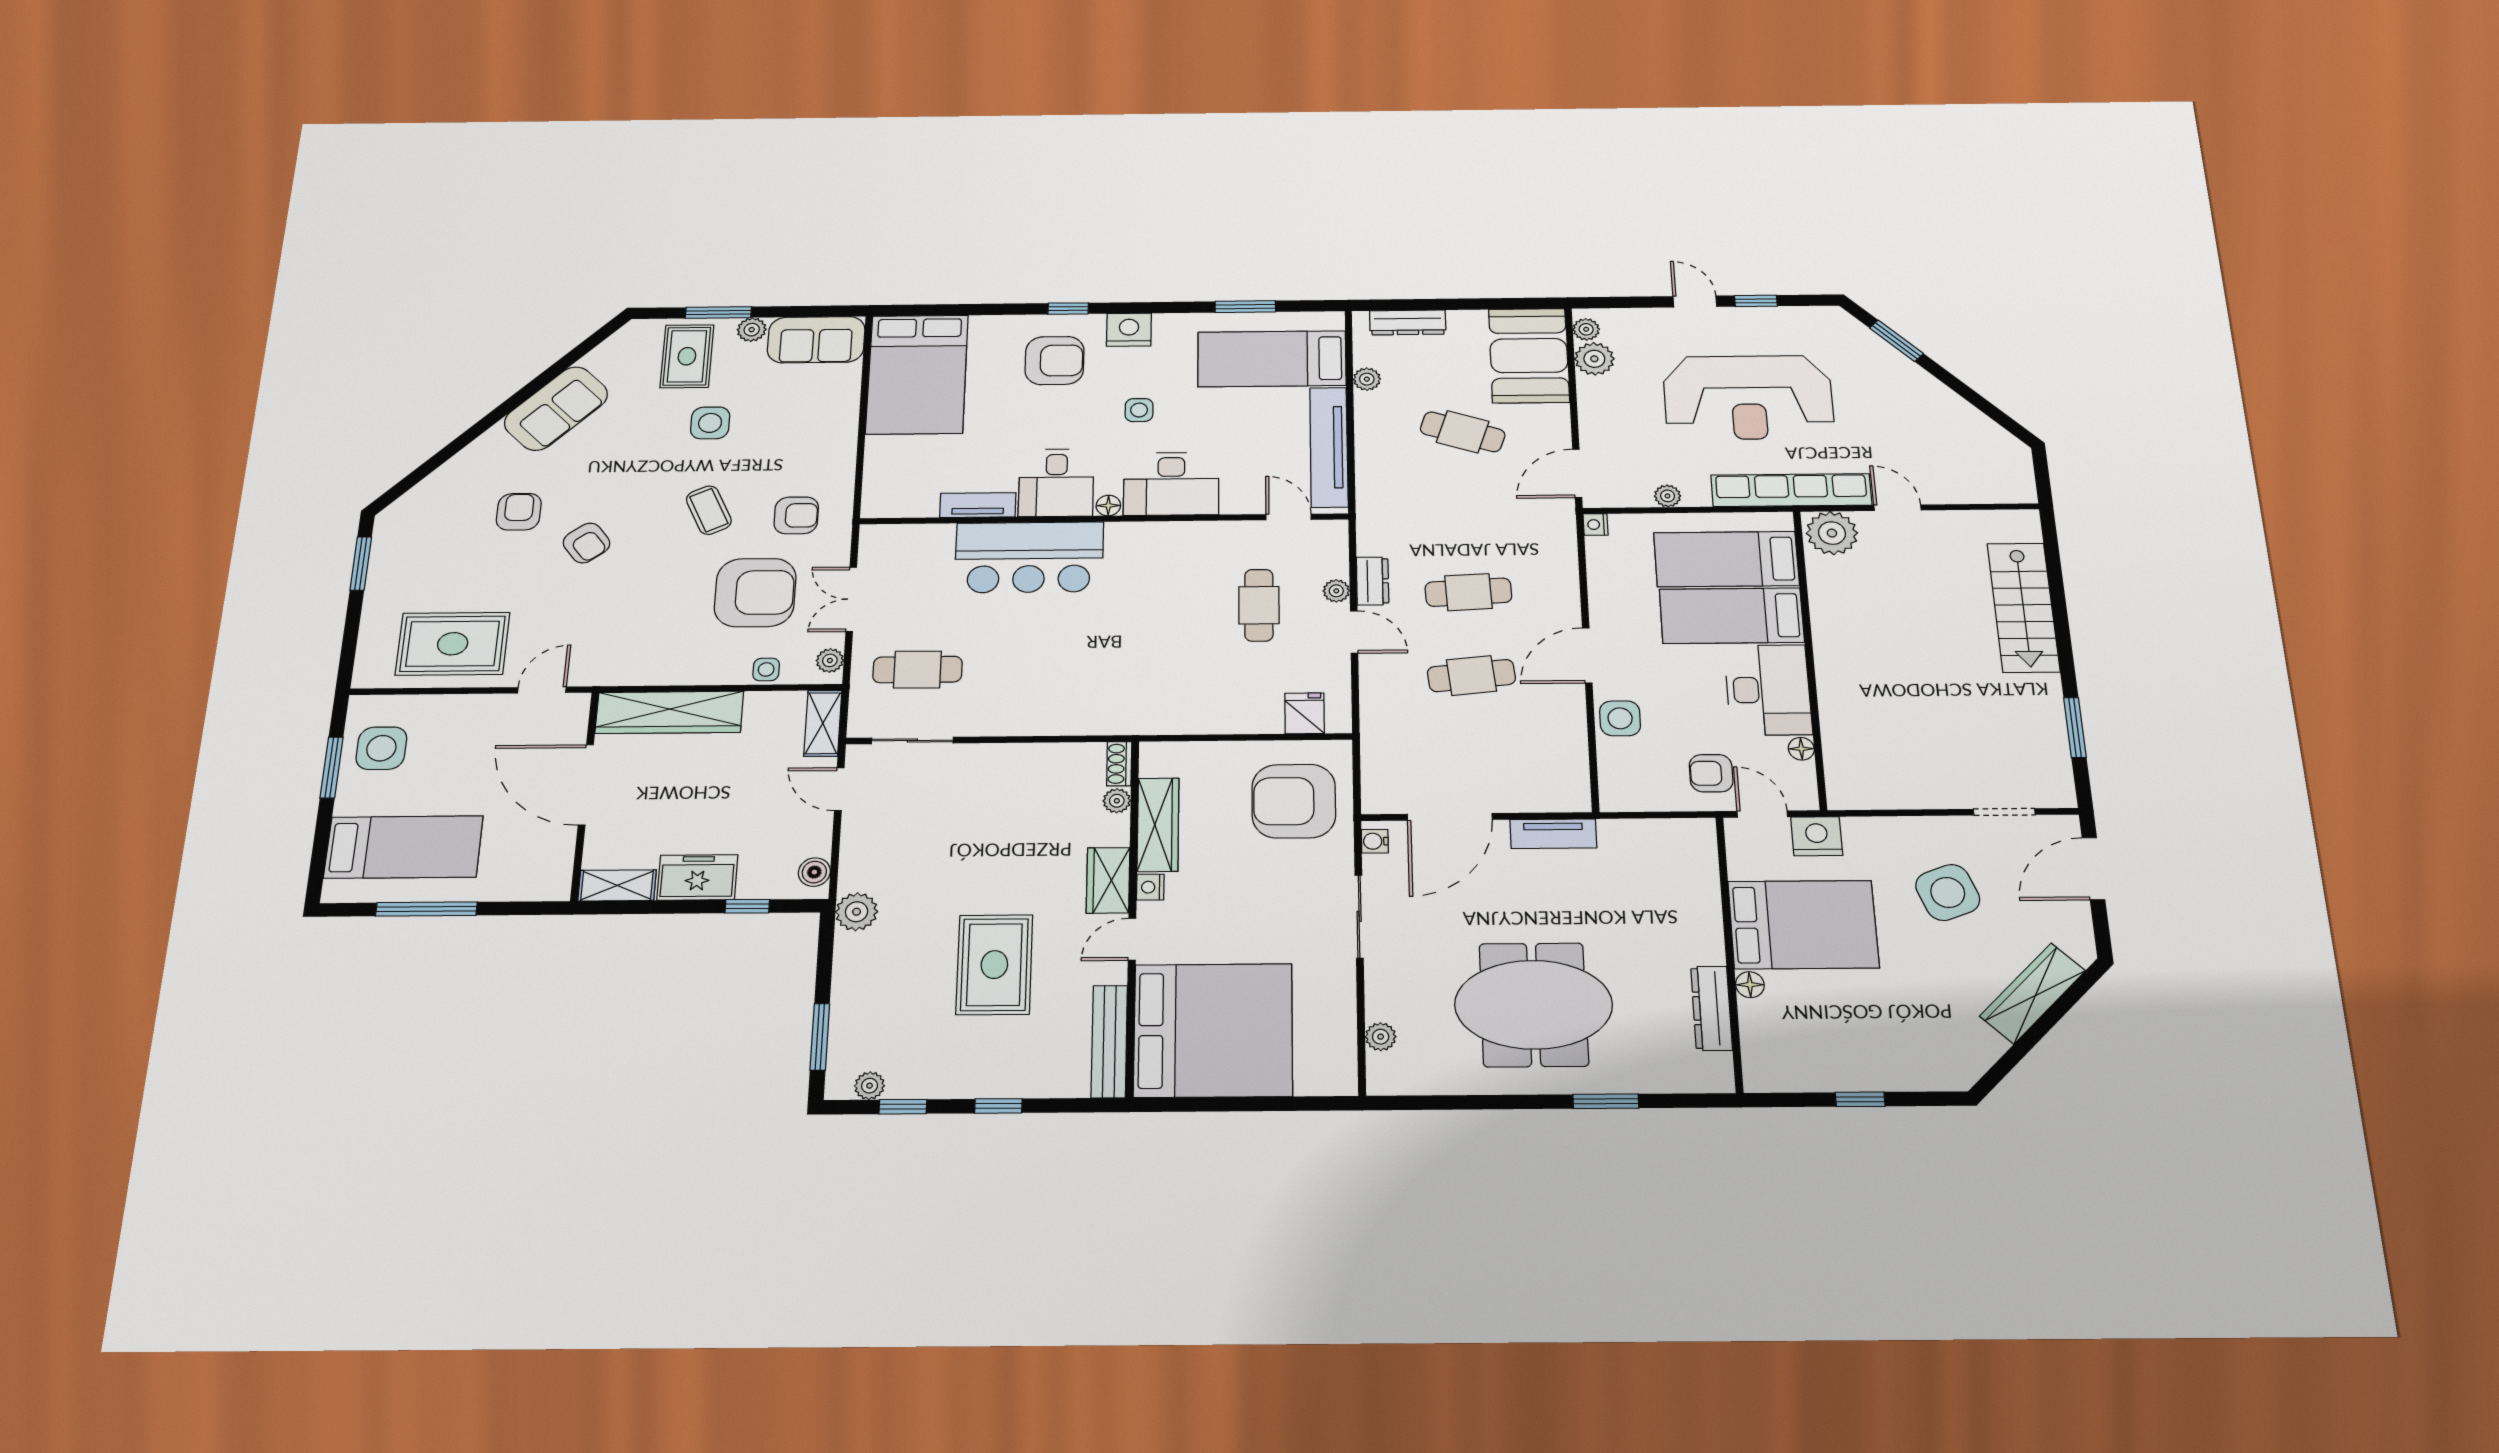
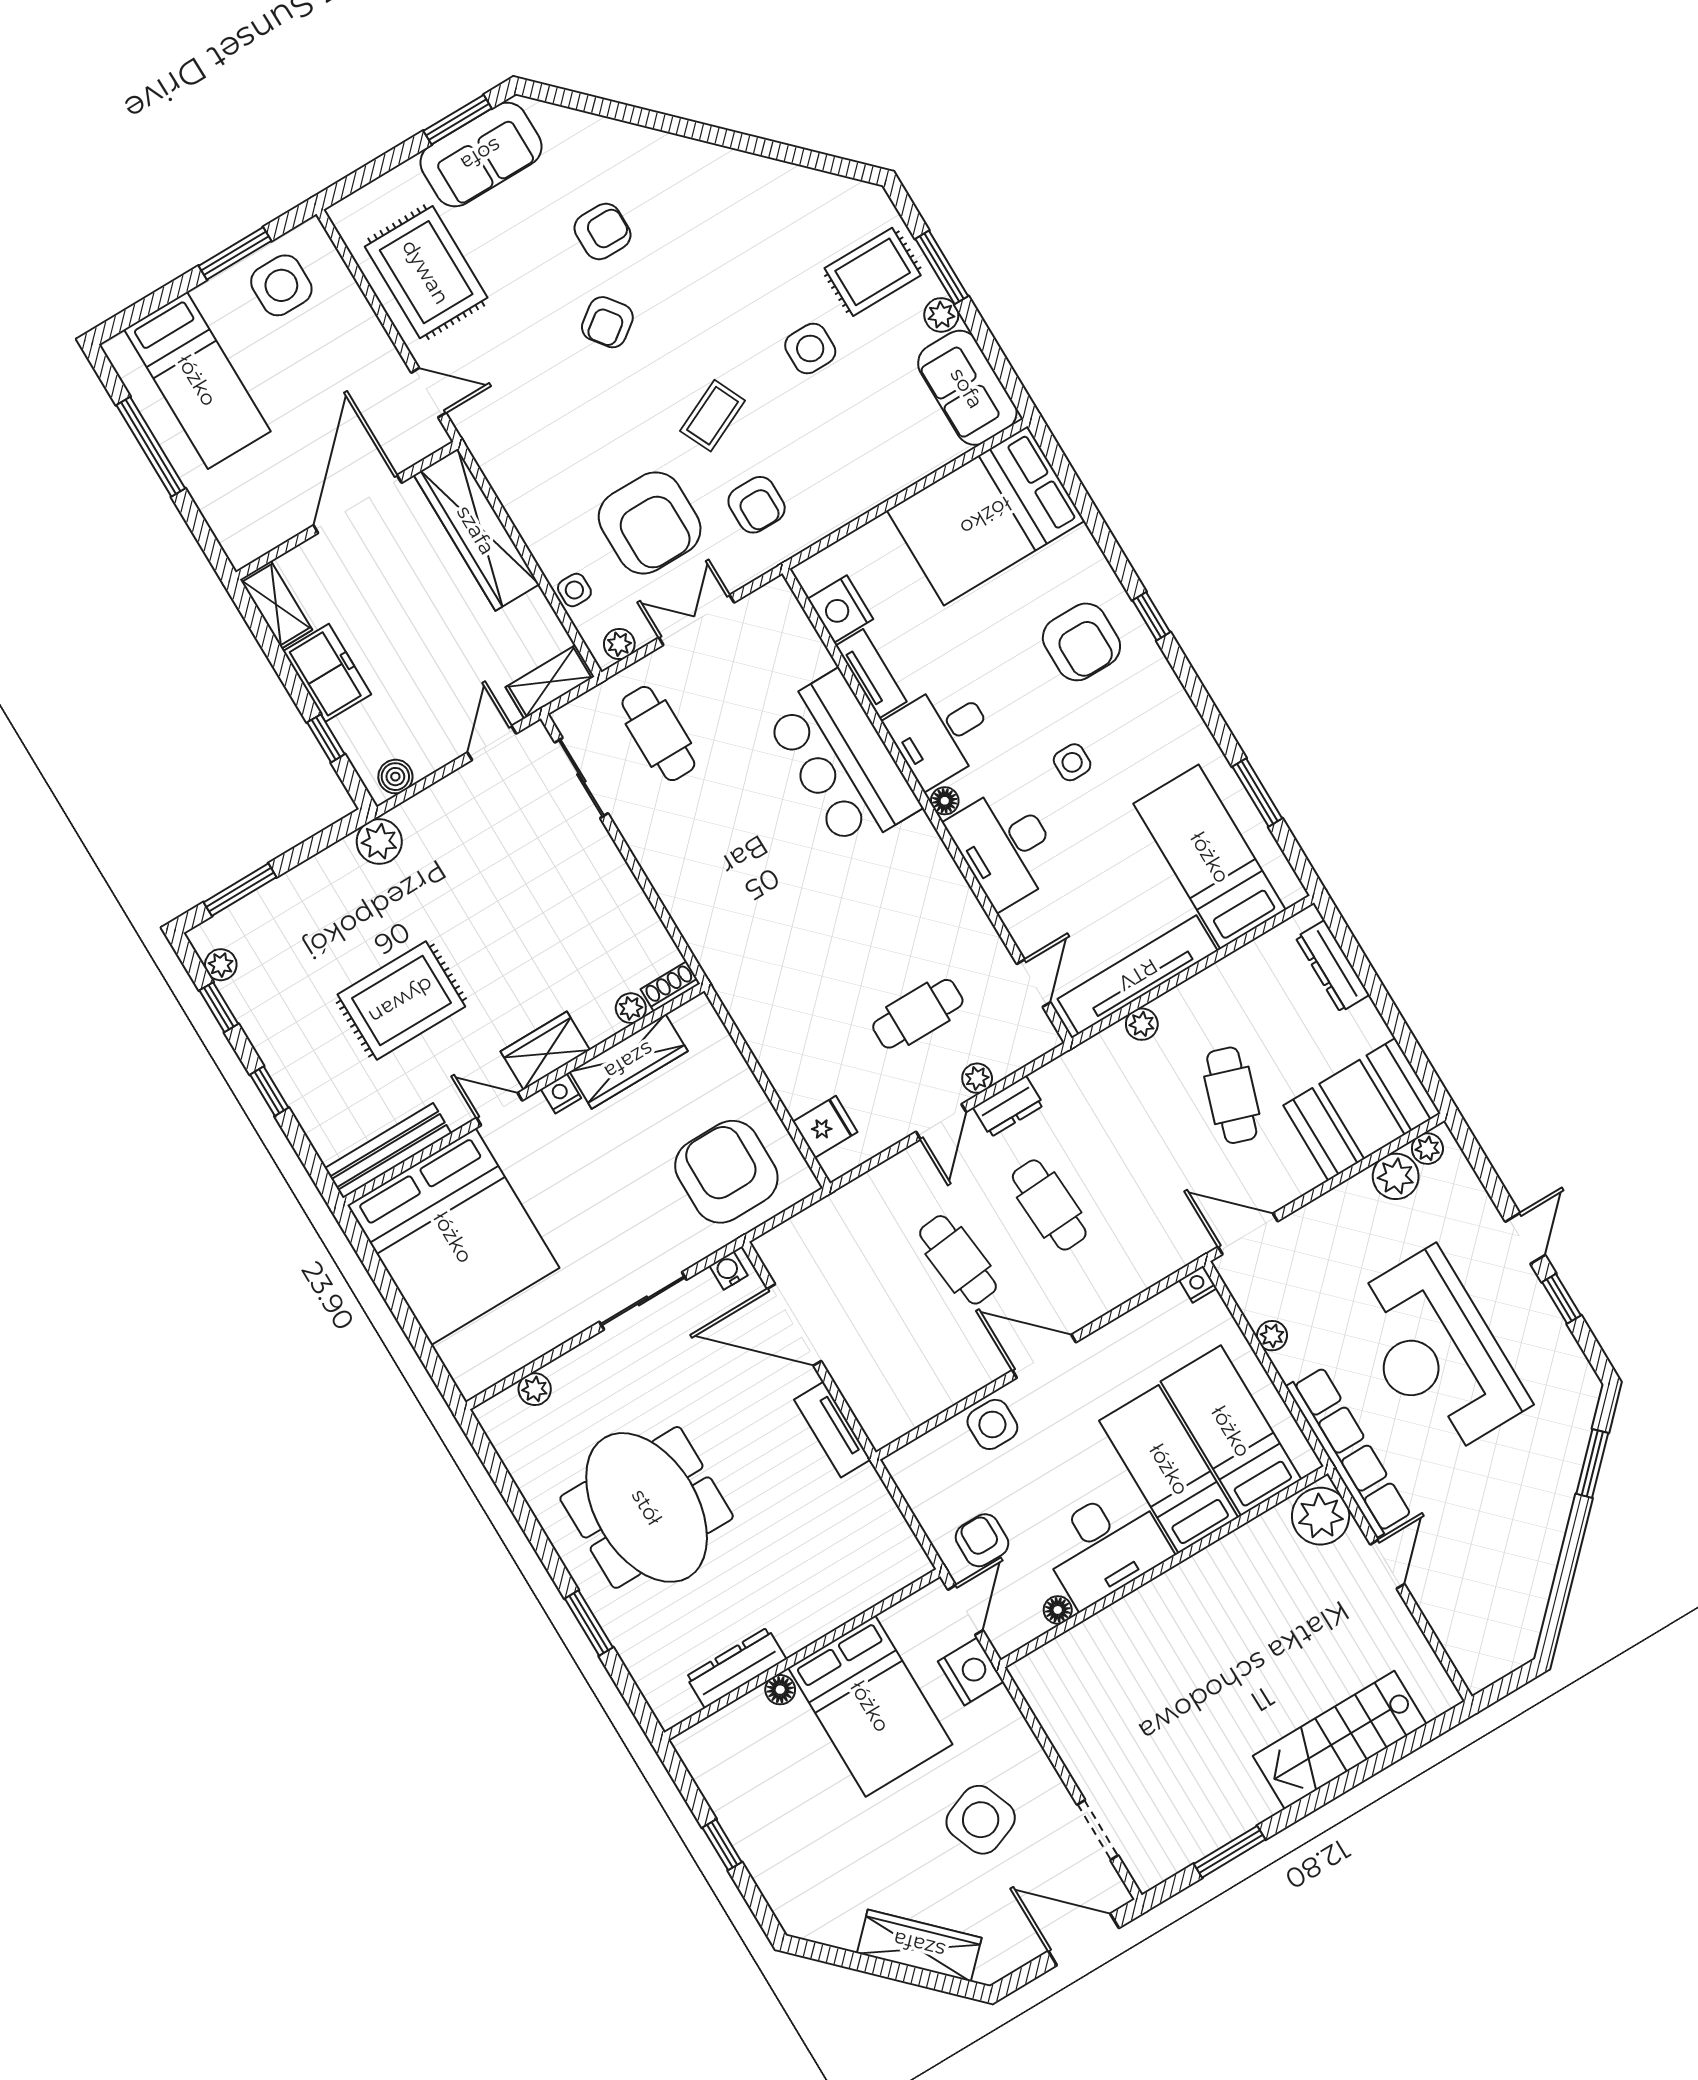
nightstand: (1129, 330) -> (840, 609), moved, turned 180
plant: (1367, 379) -> (1142, 1024), moved
sofa: (556, 409) -> (481, 155), moved, turned -45

